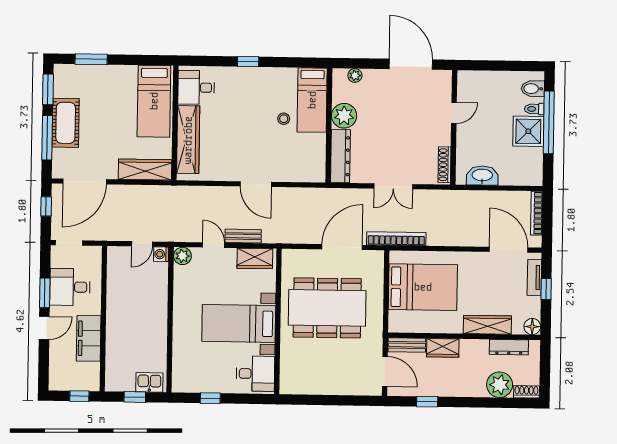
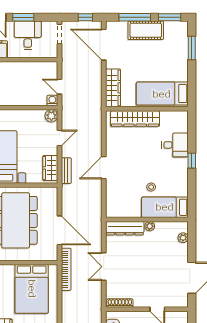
desk: (196, 88) -> (175, 145), moved, turned 90
plant: (344, 116) -> (150, 226), width x0.53, depth x0.53
bench: (243, 236) -> (66, 171), moved

